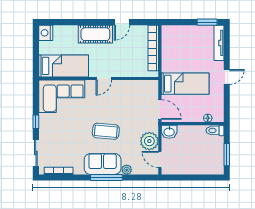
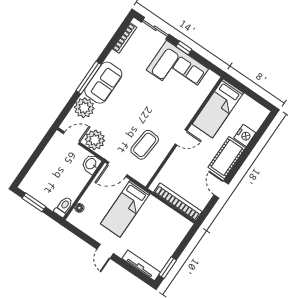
nightstand: (46, 33) -> (245, 135), moved, turned 90
door: (104, 78) -> (181, 137), swing flipped
corner sofa: (62, 96) -> (177, 69), moved, turned -90
coffee table: (106, 131) -> (145, 145), moved
plant: (127, 170) -> (84, 108), width x1.87, depth x1.87

